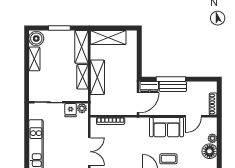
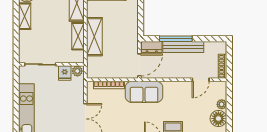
bench: (173, 87) -> (183, 47), width x1.36
sofa: (166, 127) -> (144, 92), moved

